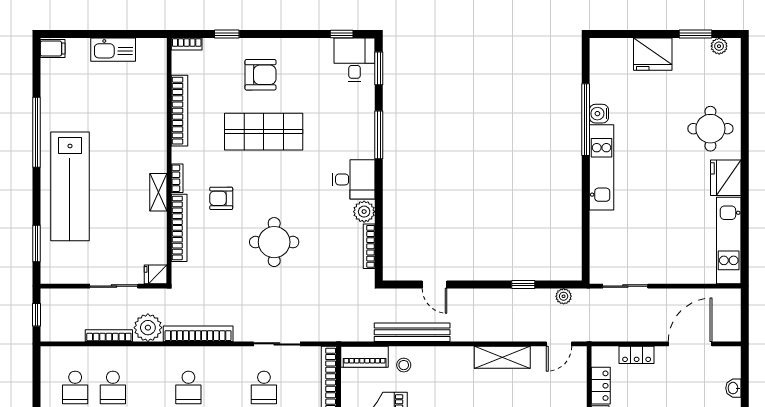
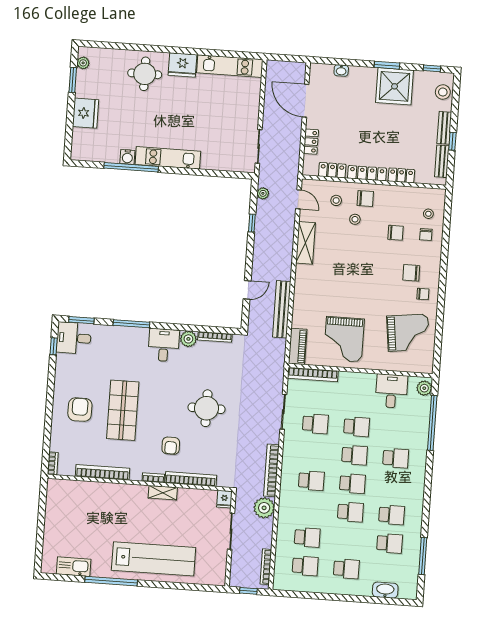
window: (227, 34) -> (47, 433), removed
filing cabinet: (53, 49) -> (49, 564), removed
kitchen sink: (113, 50) -> (74, 567), moved, turned -90
window: (37, 243) -> (195, 587), removed
bookcase: (109, 336) -> (266, 567), moved
stool: (404, 365) -> (336, 200), moved

